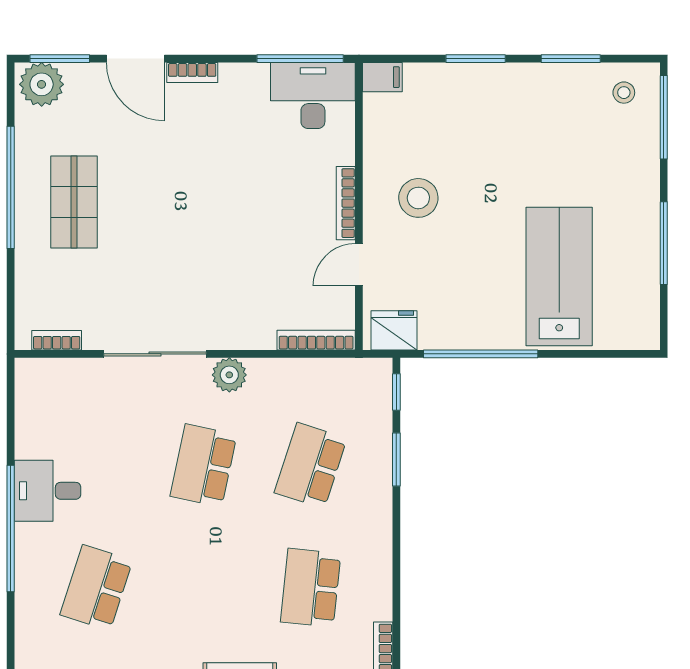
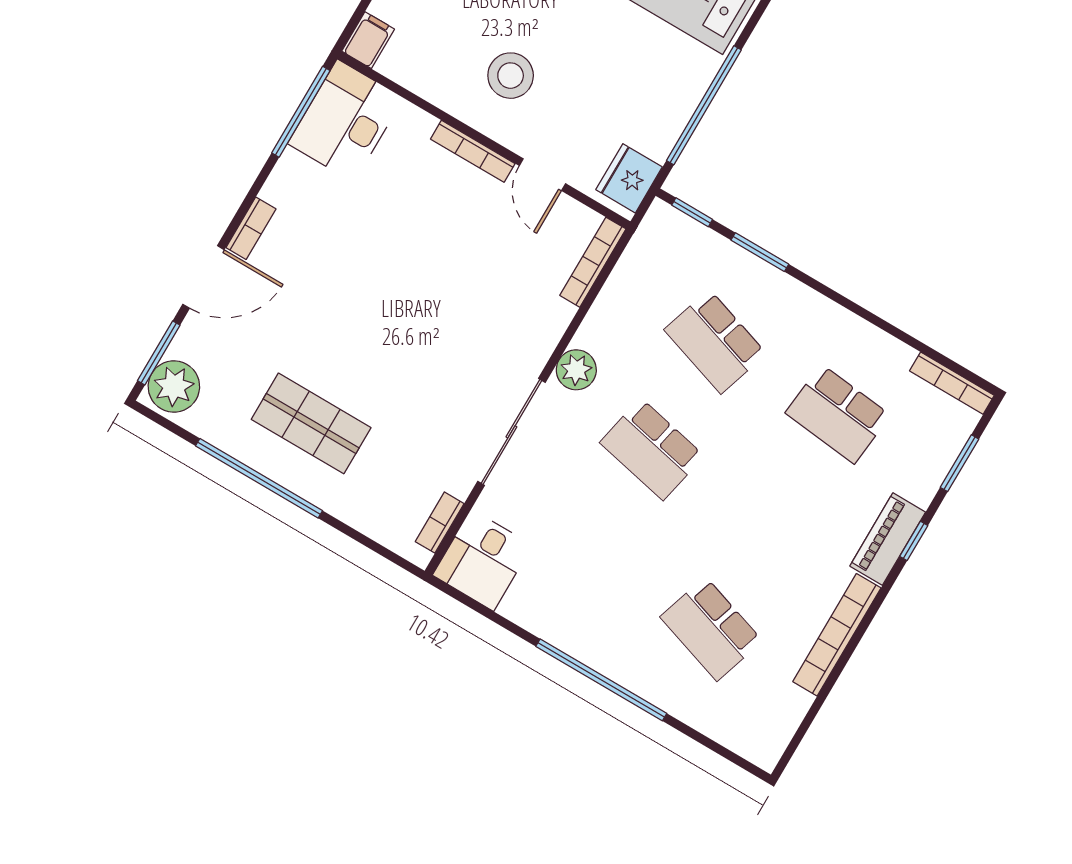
desk: (48, 491) -> (482, 560), moved

